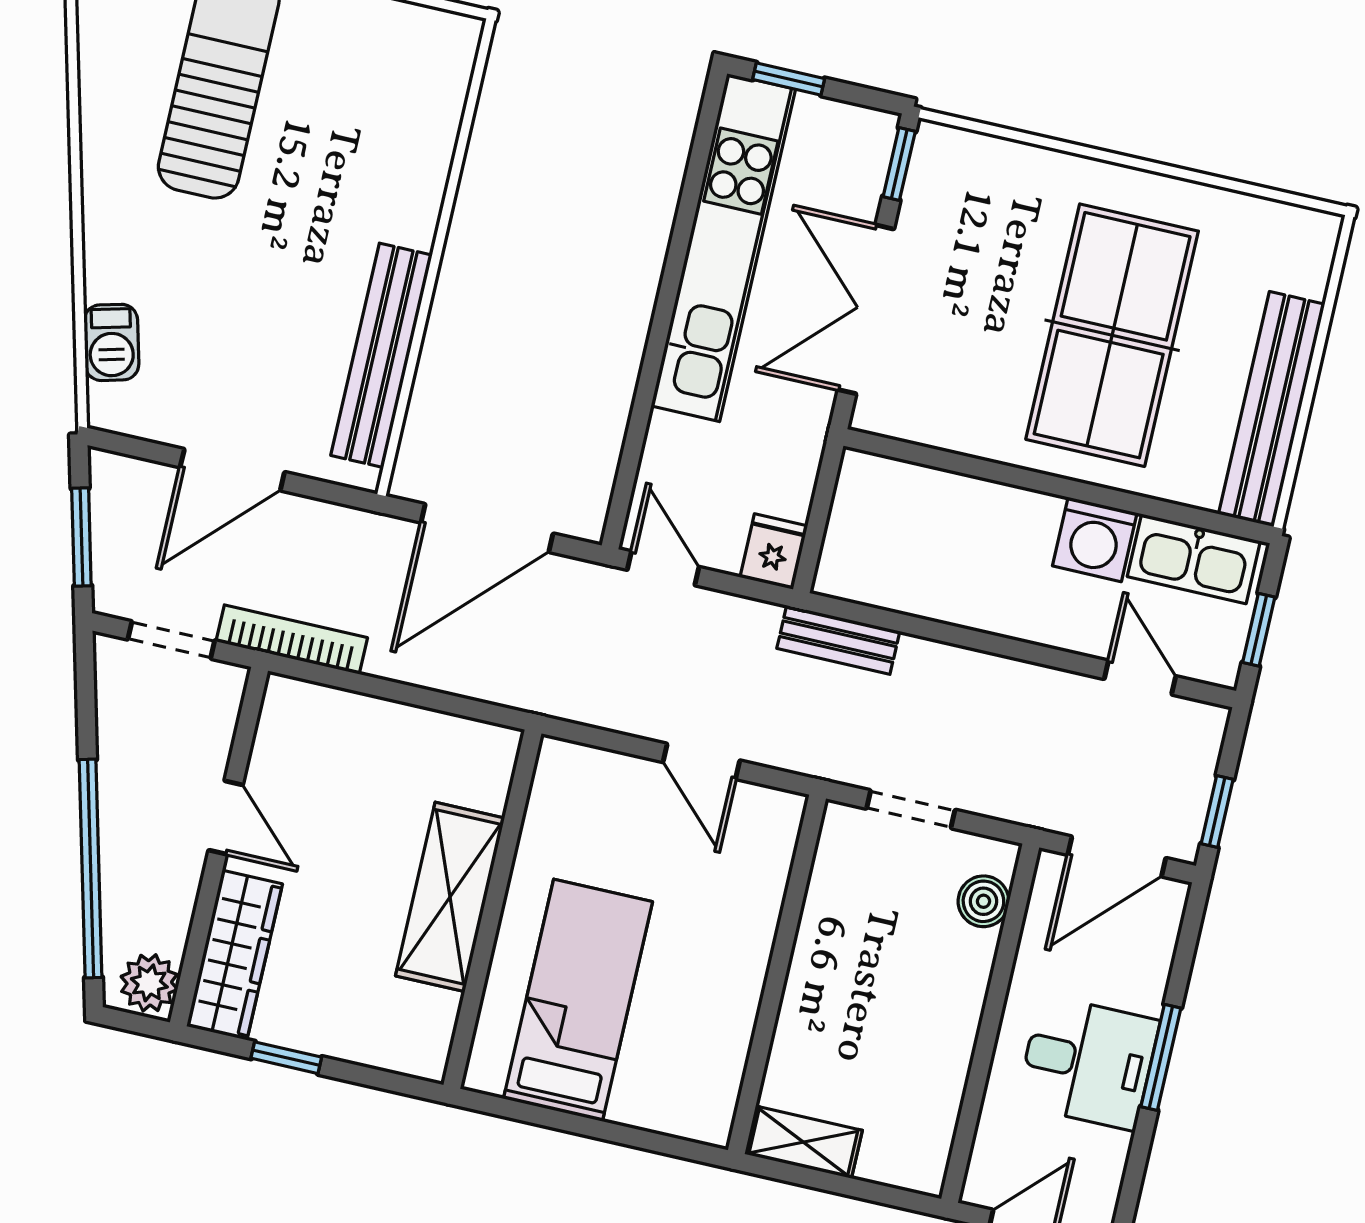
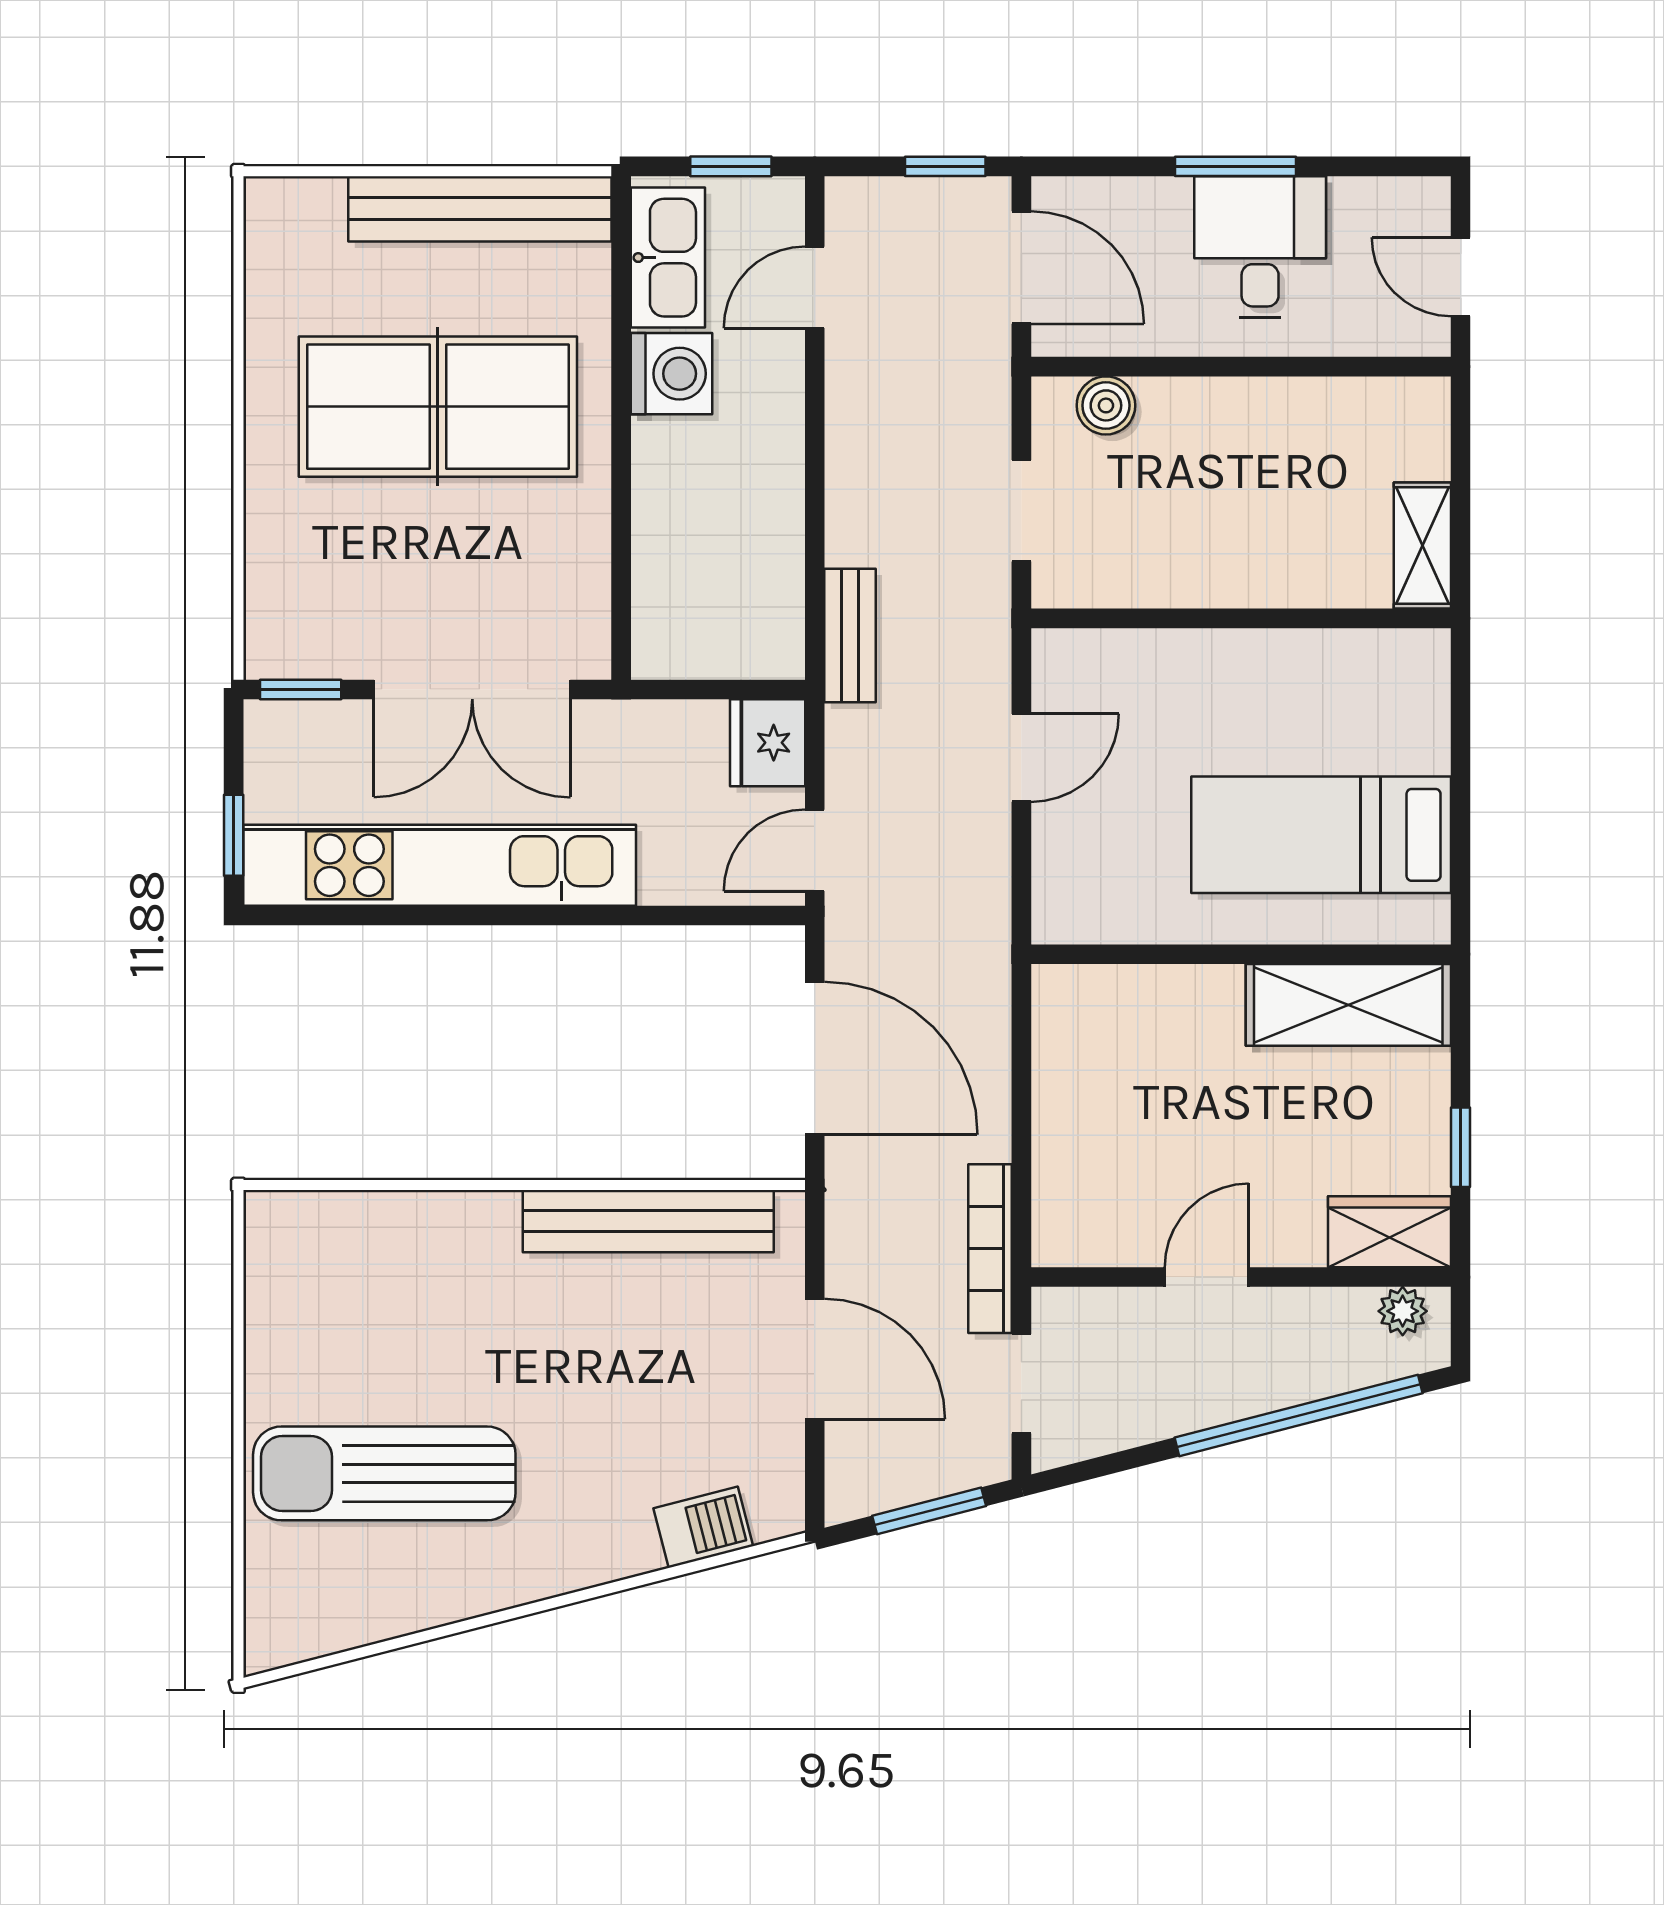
fridge: (774, 552) -> (768, 743), width x1.38
shelving: (450, 897) -> (1348, 1005), moved
wardrobe: (234, 955) -> (1389, 1232), width x0.67
plant: (149, 983) -> (1403, 1311), width x0.73, depth x0.73

